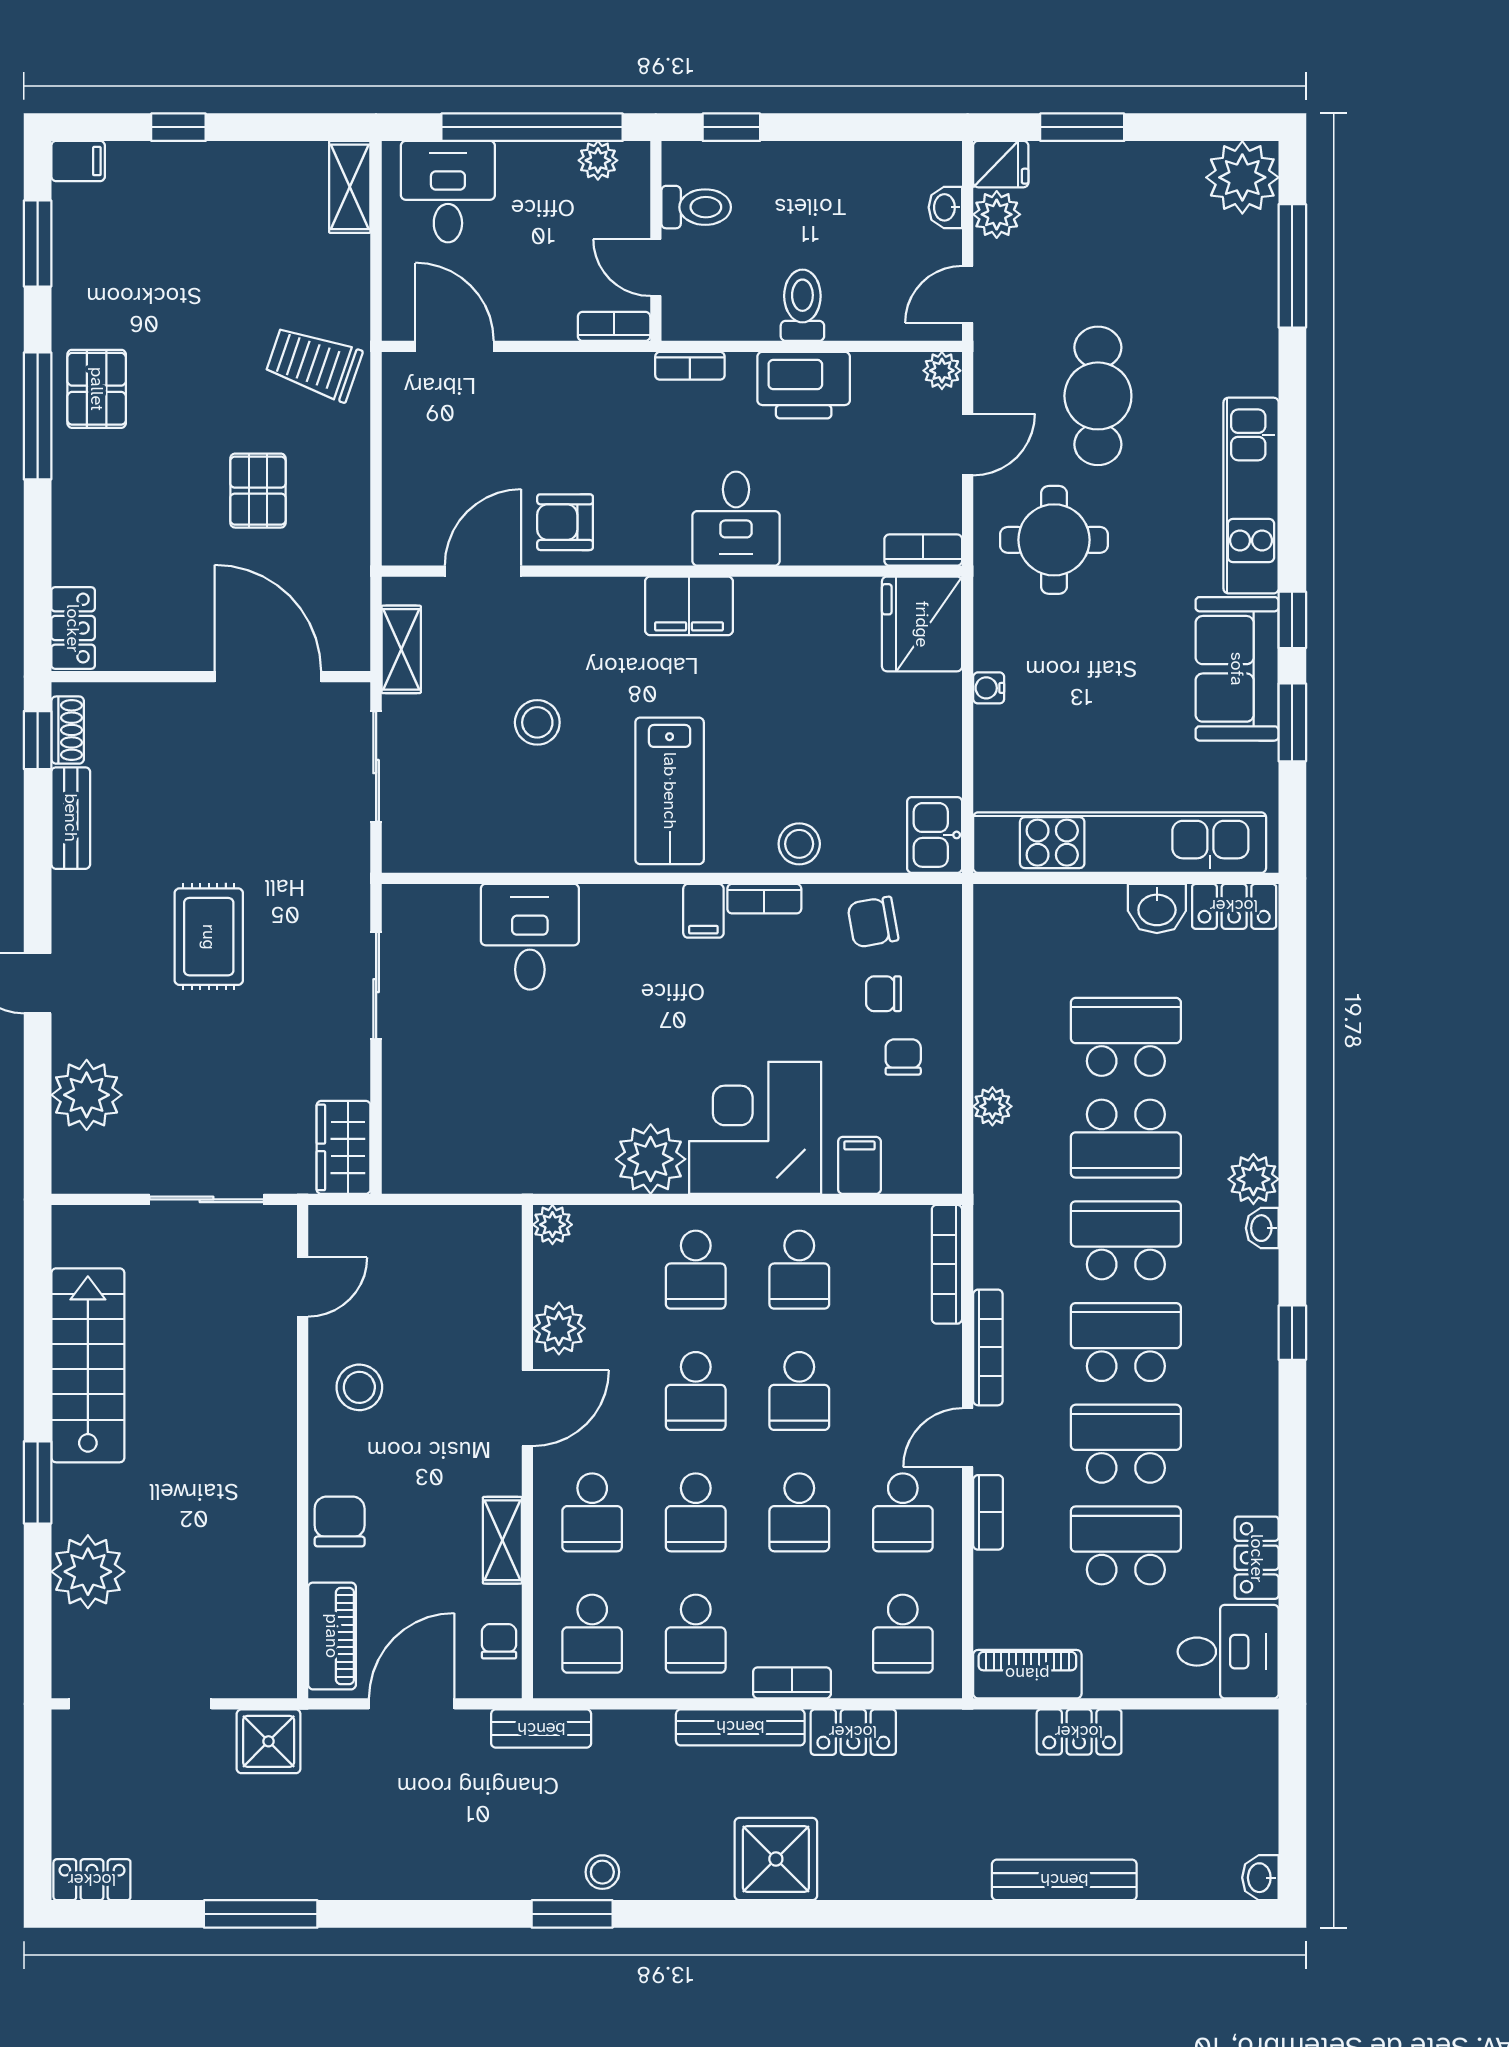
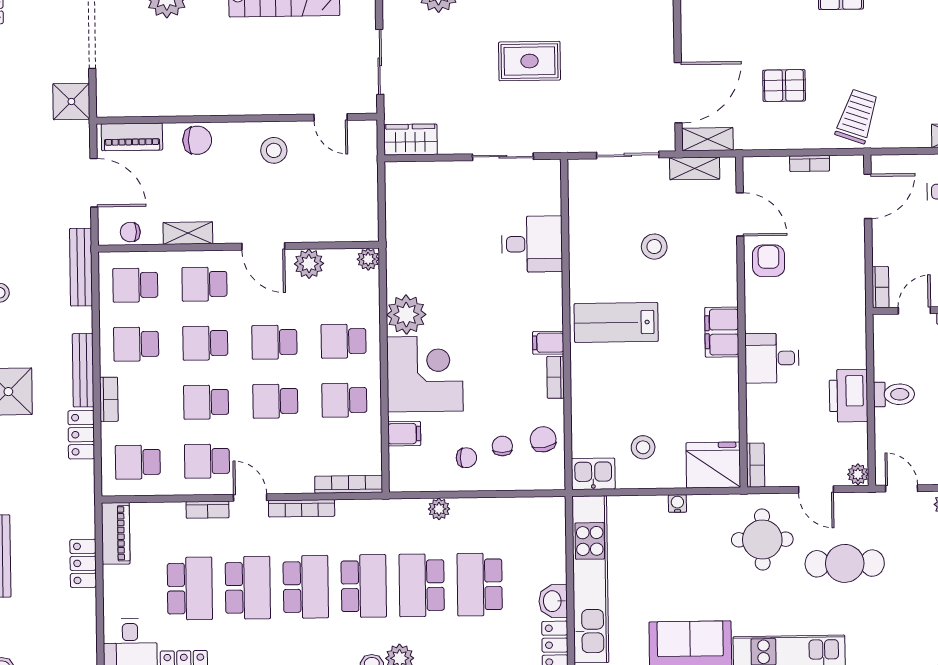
bookcase: (690, 366) -> (810, 163), moved, turned -90
shelving: (350, 626) -> (707, 139), added
stool: (799, 844) -> (643, 447), moved
school desk: (1126, 1037) -> (480, 584), turned 180
chair: (499, 1641) -> (130, 232), turned 180
bench: (541, 1729) -> (81, 267), width x1.36

